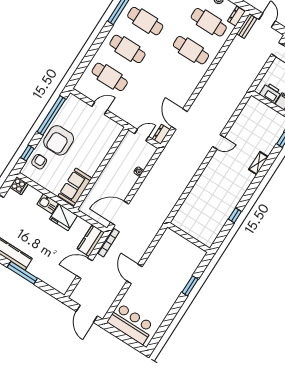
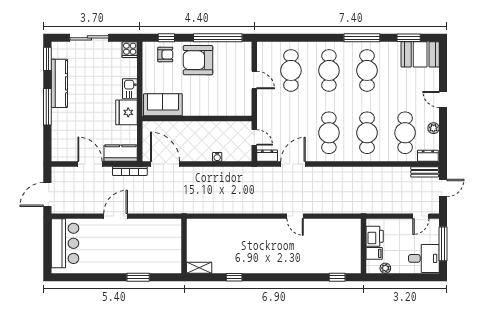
cafe table: (173, 78) -> (329, 133), added
shelving: (258, 163) -> (199, 268), moved

